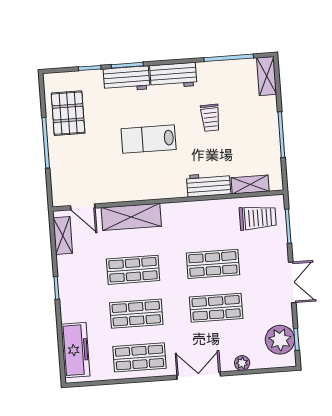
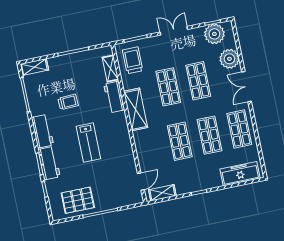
shelving: (131, 217) -> (136, 109), moved
plant: (242, 363) -> (229, 59), width x1.87, depth x1.87

